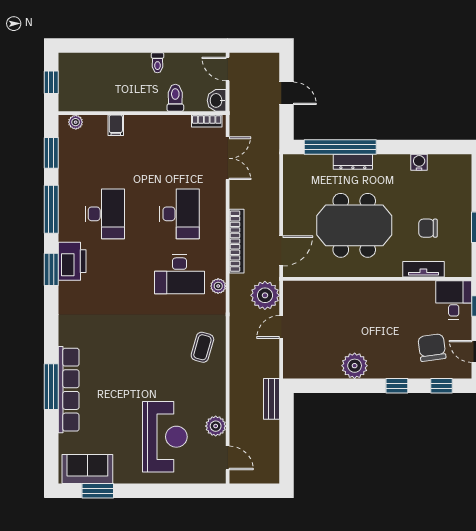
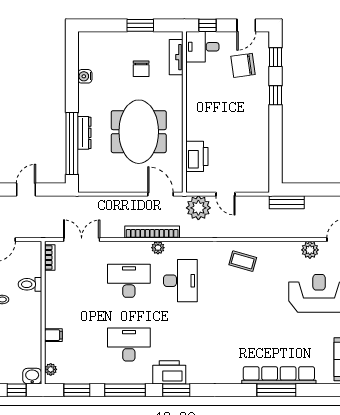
washbasin: (217, 100) -> (32, 376), moved, turned 180
tv unit: (423, 269) -> (176, 57), moved
plant: (218, 286) -> (158, 248), moved
printer: (325, 293) -> (197, 156), added
plant: (355, 366) -> (258, 131), removed

